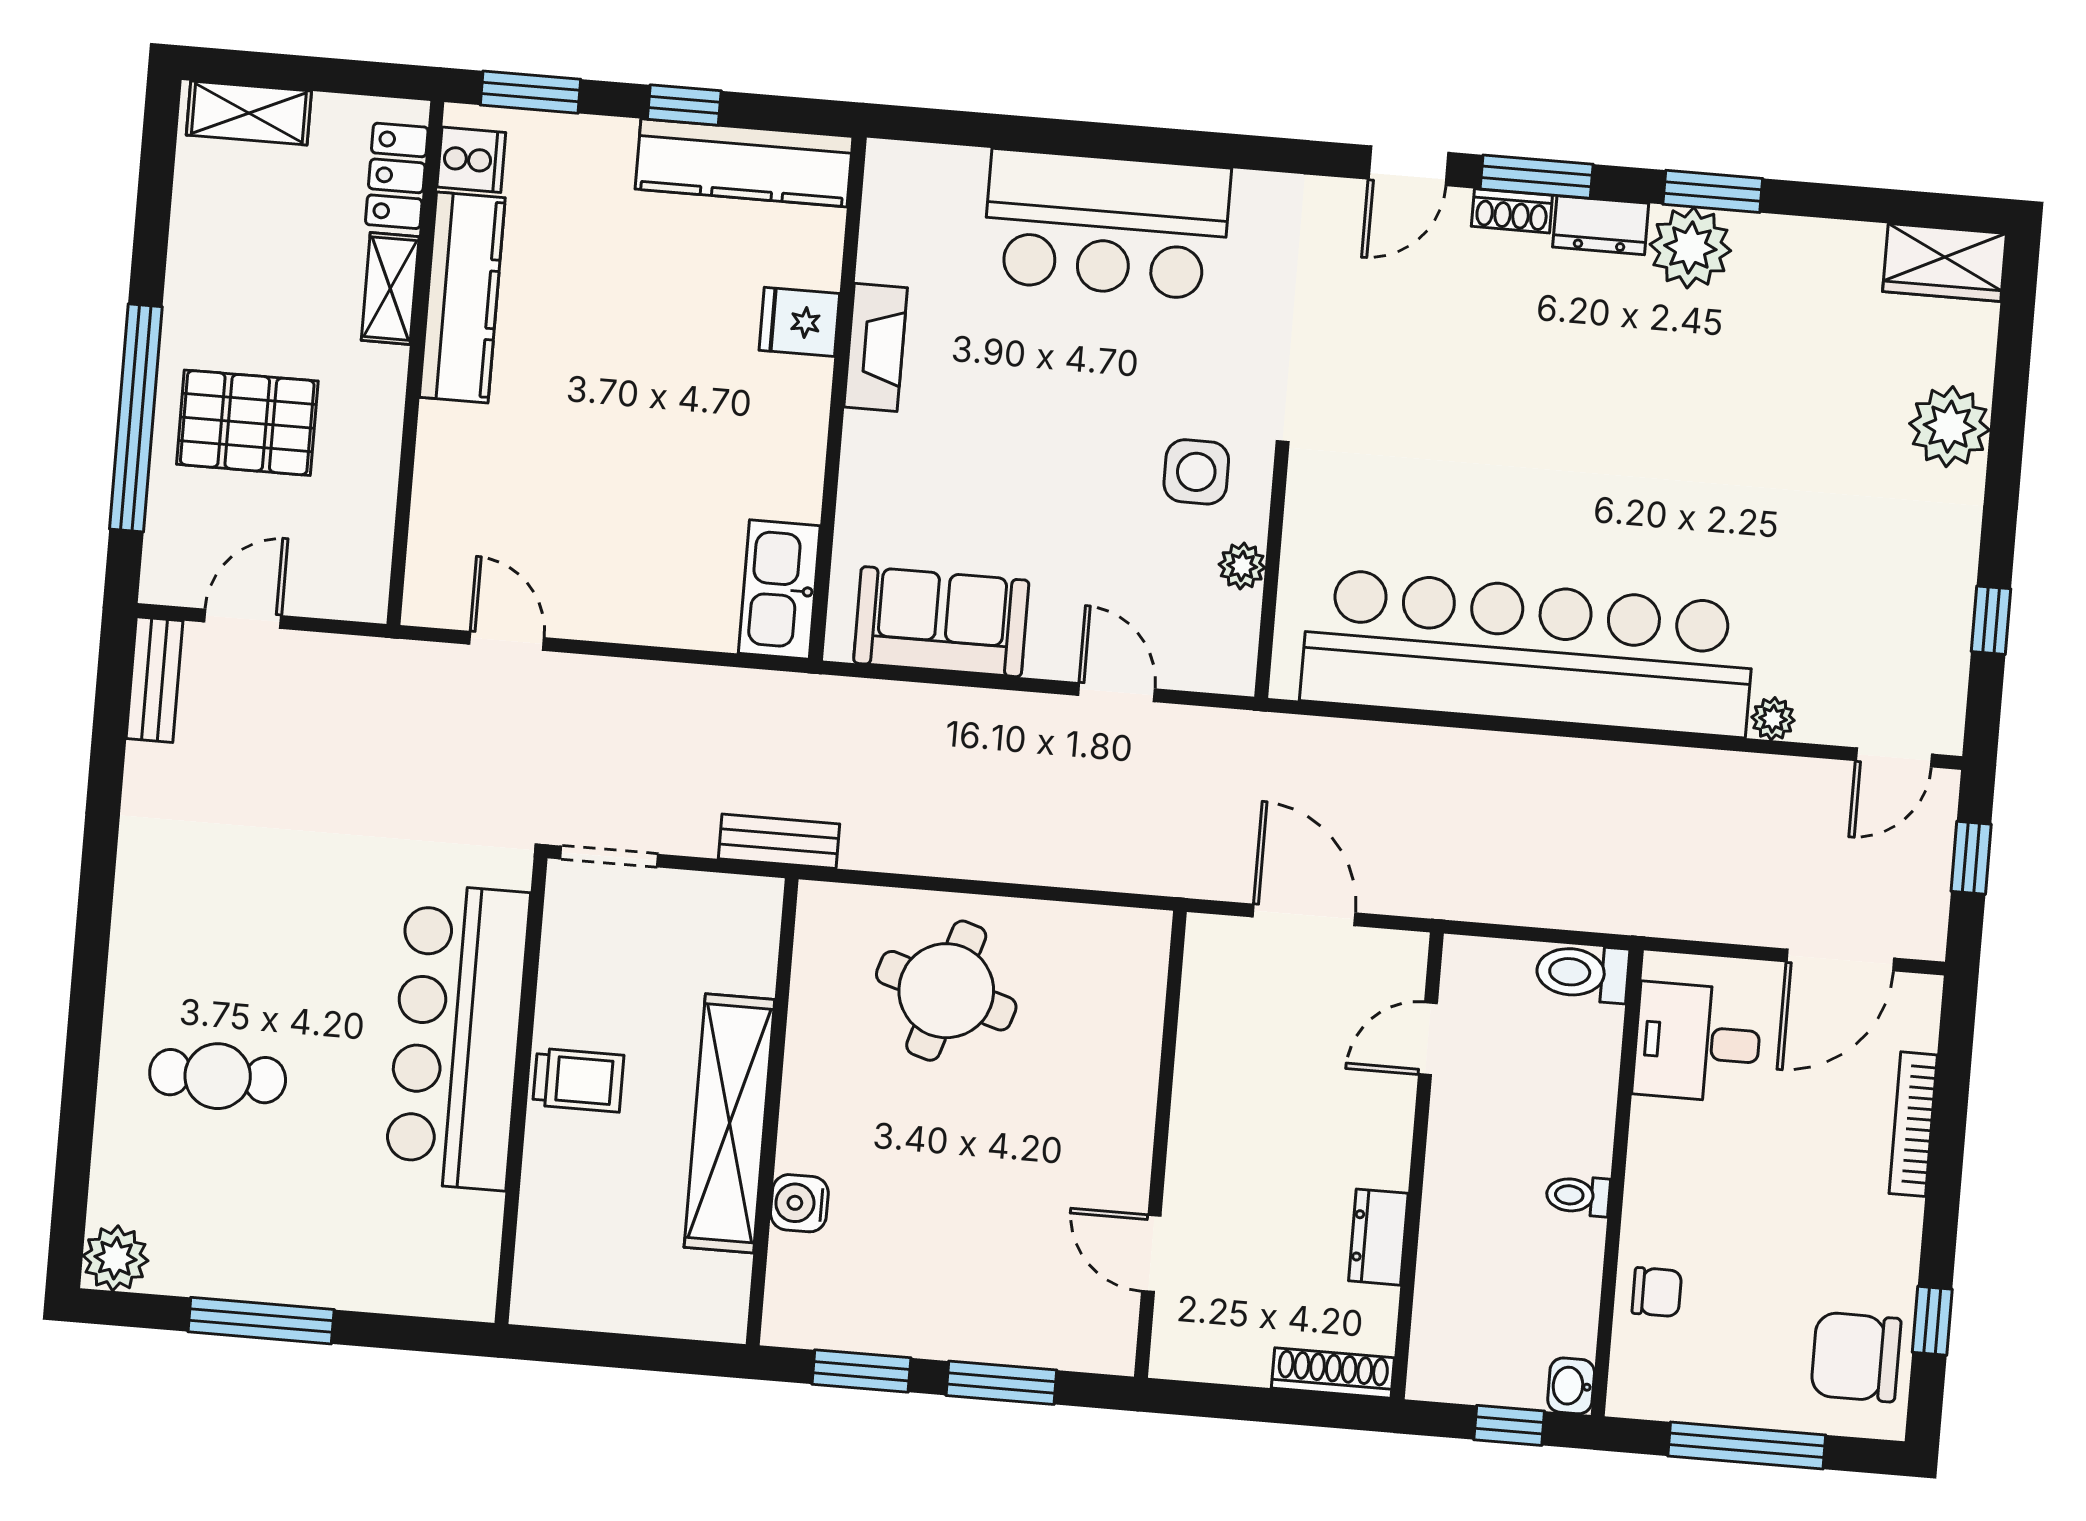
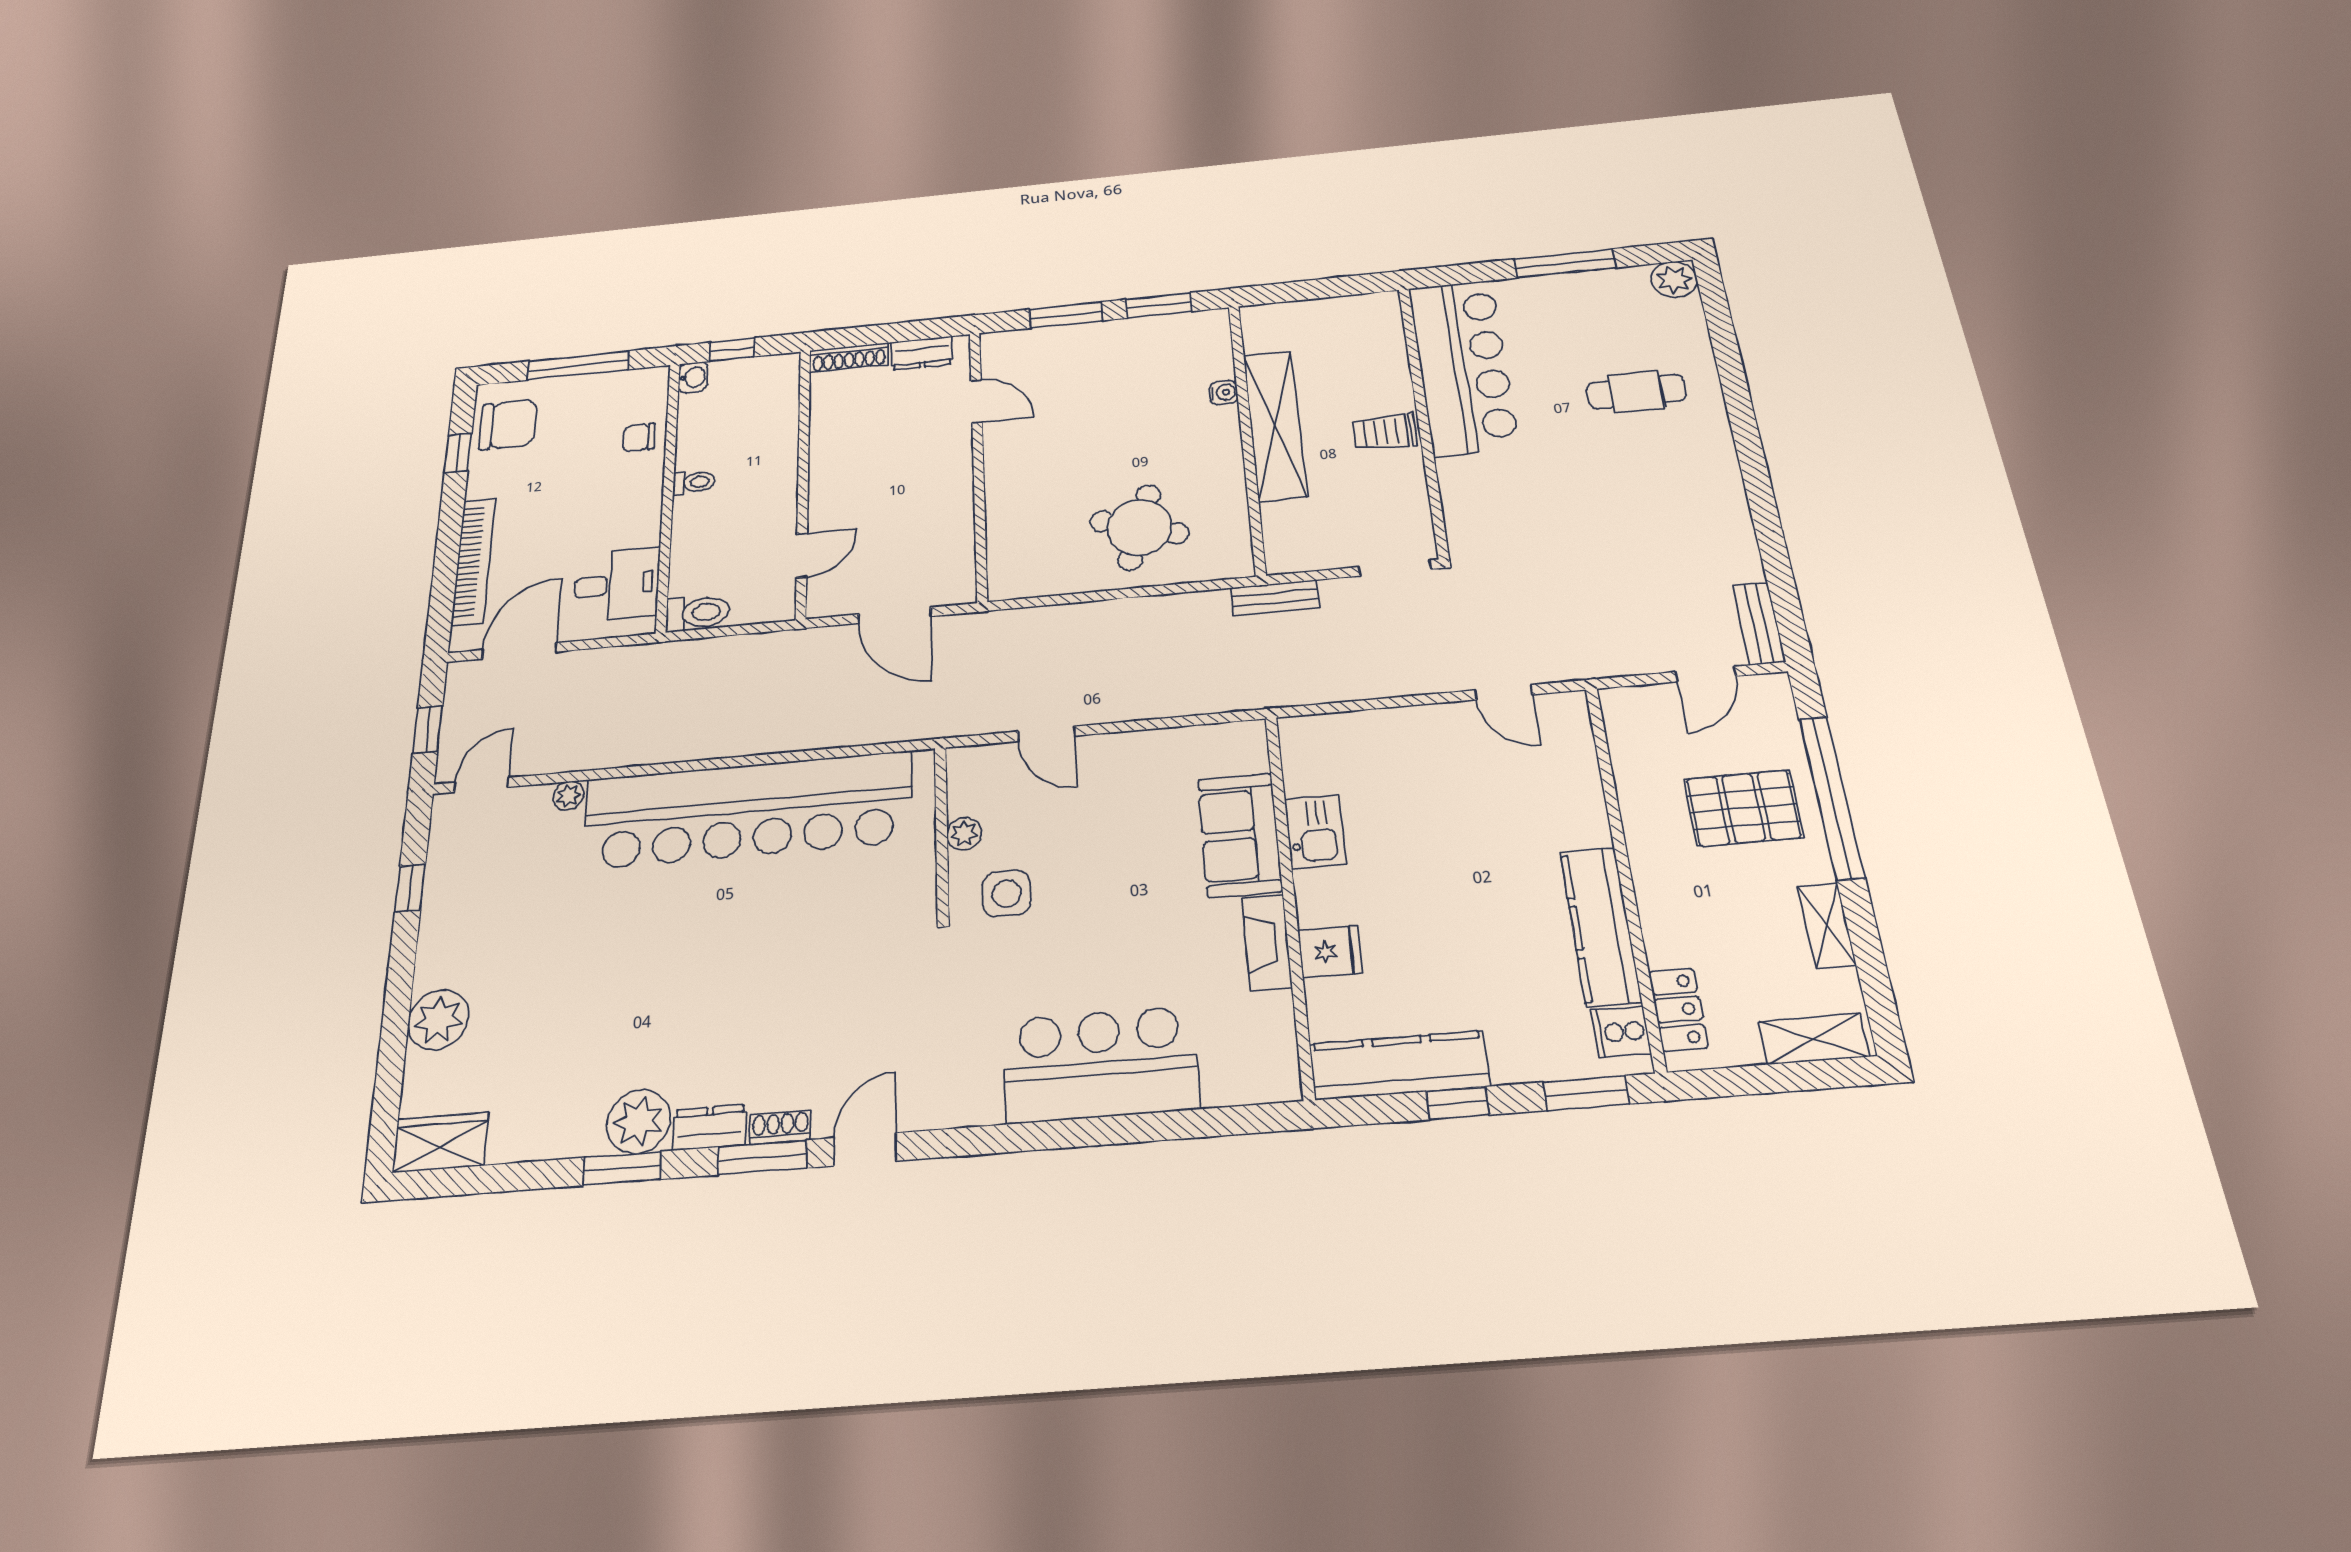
shelving: (390, 289) -> (1827, 926), moved
kitchen sink: (779, 590) -> (1315, 832), moved, width x0.73
sofa: (941, 622) -> (1240, 835), moved, turned 90
bar counter: (457, 1037) -> (1463, 367), moved
bookcase: (1913, 1124) -> (473, 561), width x1.48, depth x1.31
water cooler: (799, 1203) -> (1224, 392), width x0.72, depth x0.72
dresser: (1378, 1237) -> (922, 353), moved, turned 90

